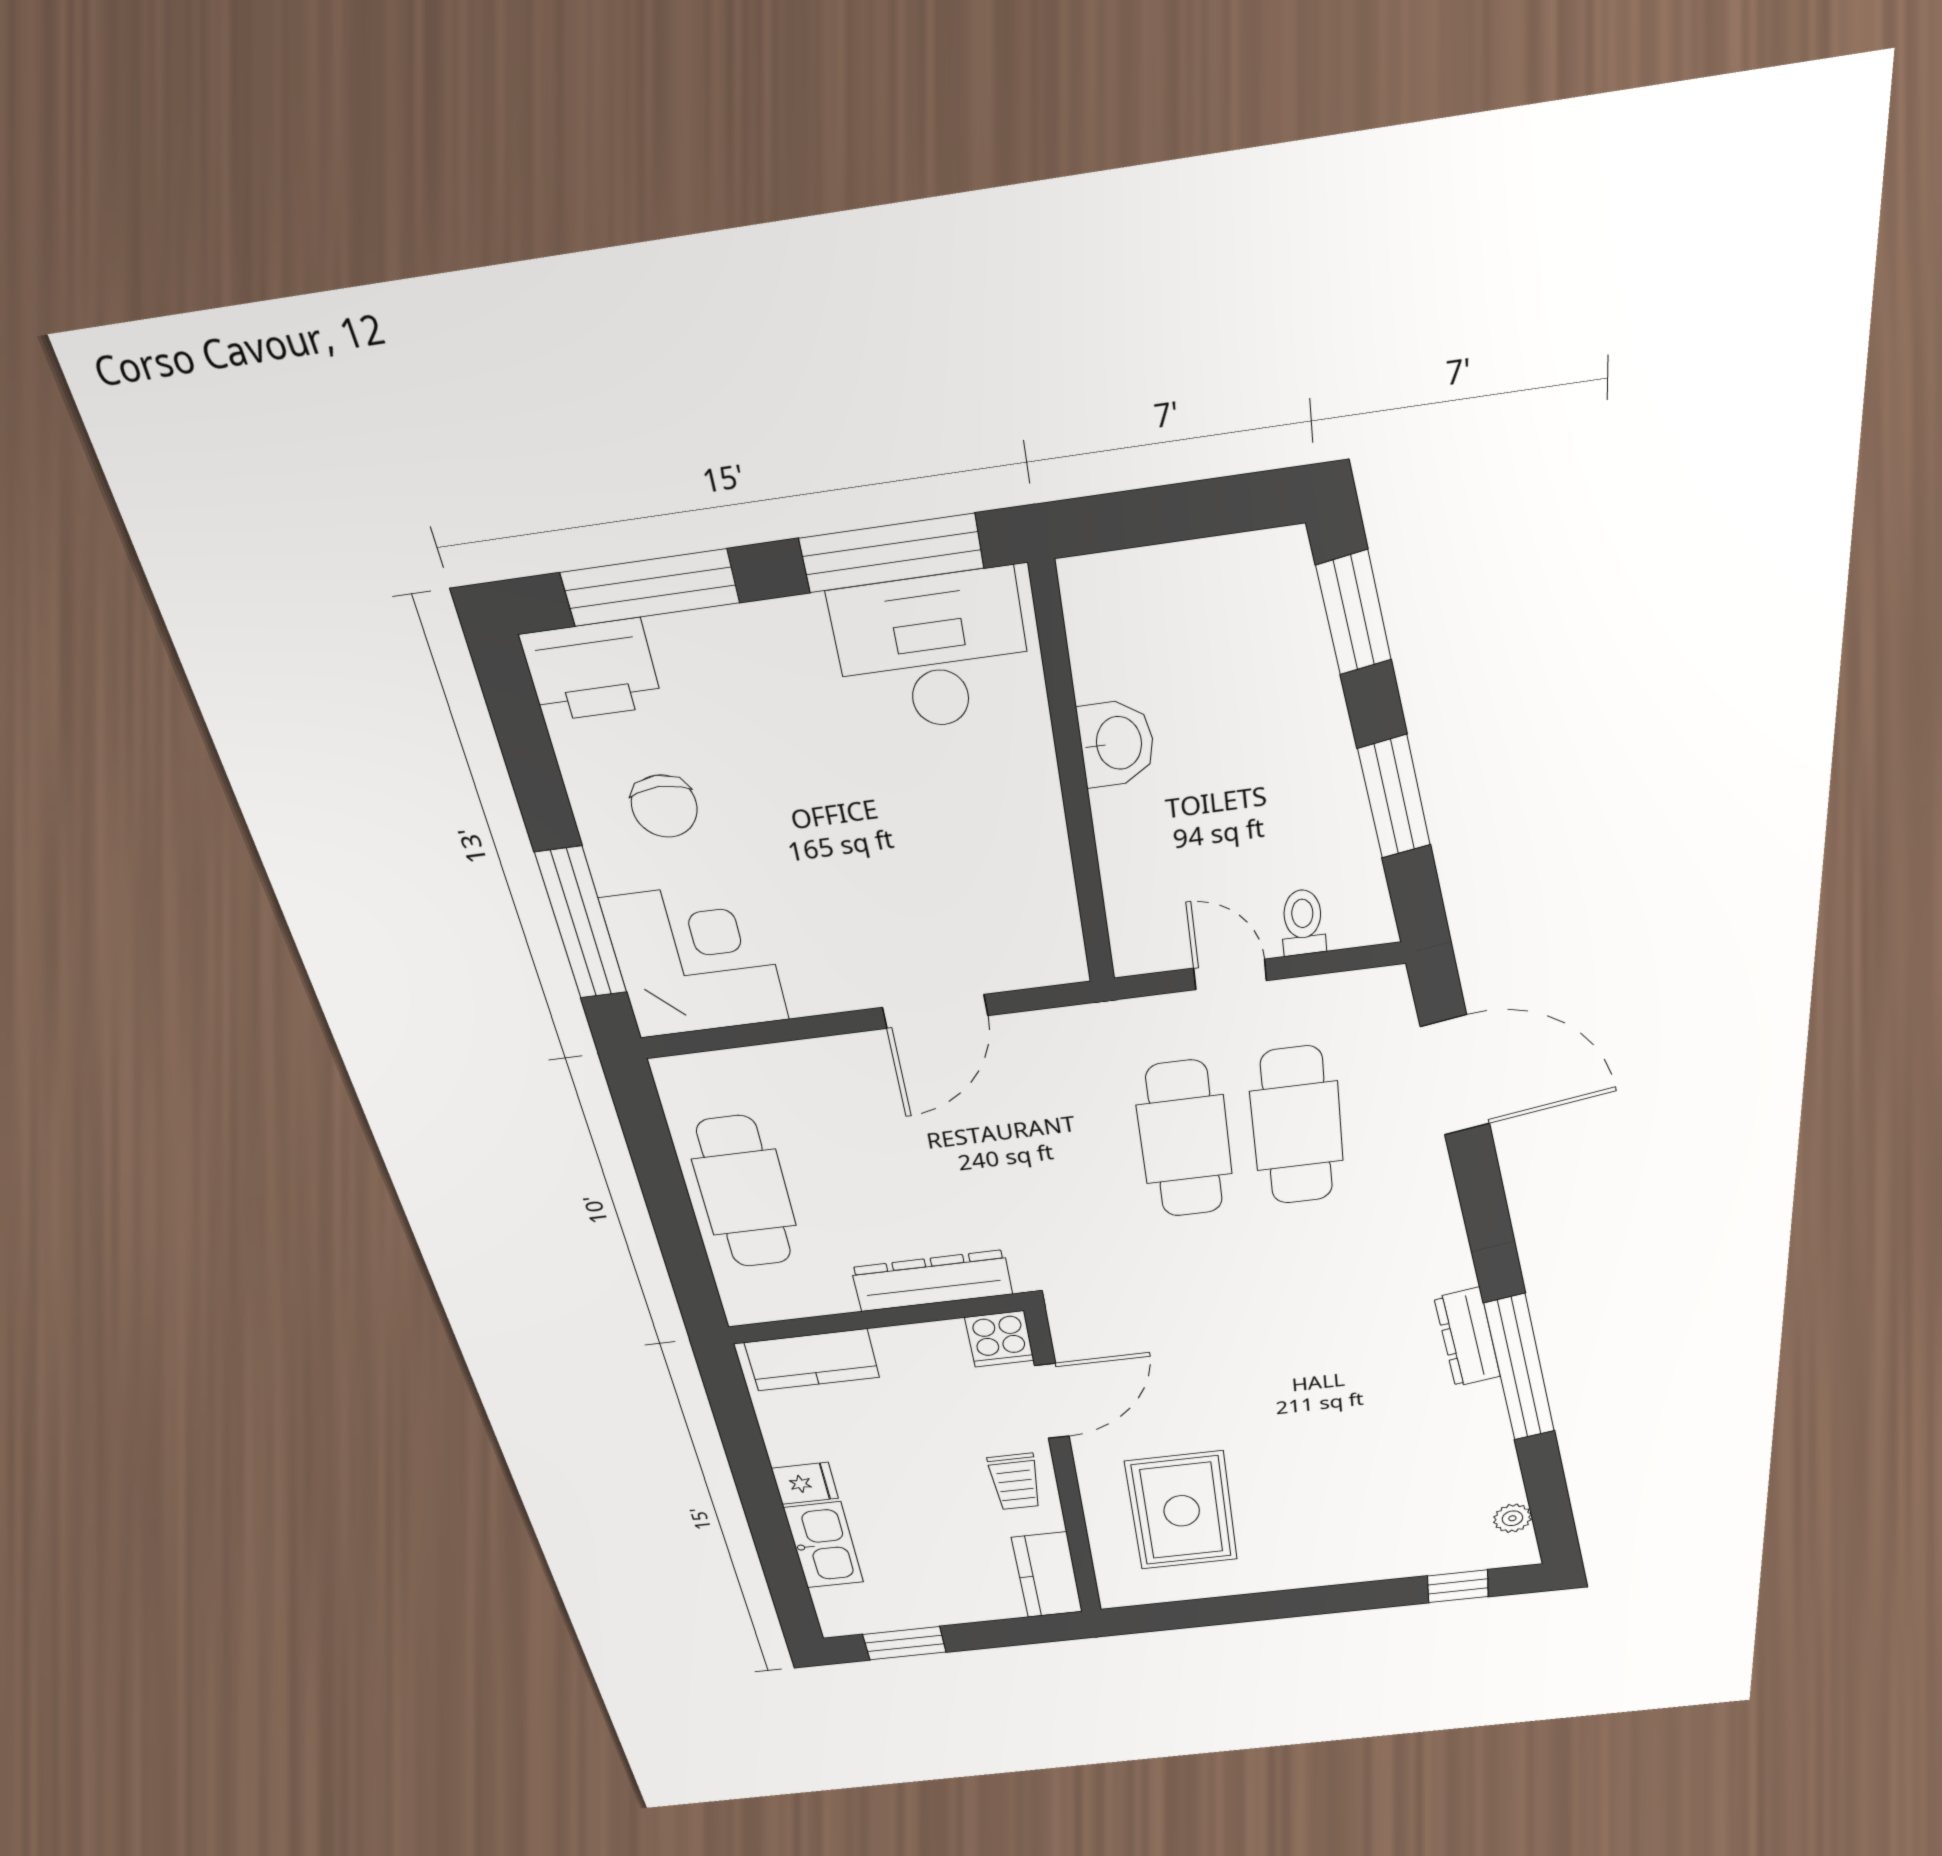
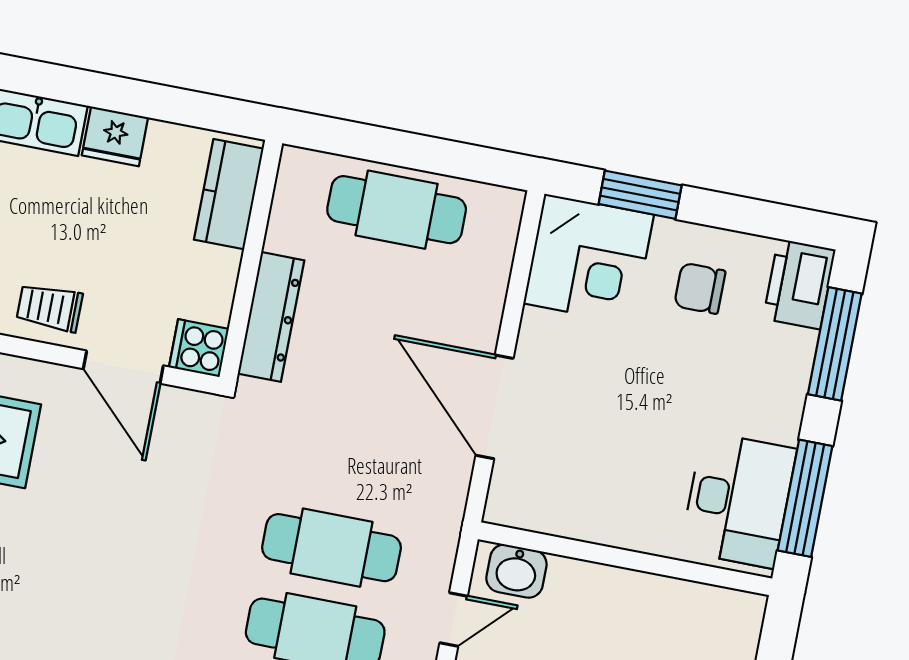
washbasin: (1117, 743) -> (516, 571), moved
window: (581, 924) -> (640, 195), width x0.69
door: (935, 1011) -> (495, 407), width x1.36
fridge: (805, 1483) -> (115, 136), width x1.38

